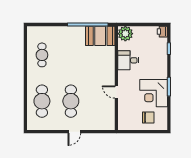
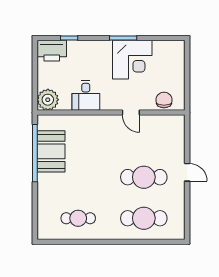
printer: (162, 32) -> (52, 51), width x1.87, depth x1.48
booth: (100, 36) -> (51, 151), moved
door: (116, 92) -> (131, 113), hinge flipped
chair: (148, 118) -> (164, 100), moved

